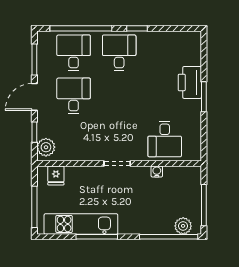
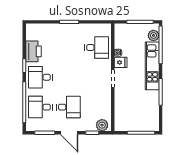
printer: (190, 82) -> (33, 51), moved, turned -90
desk: (74, 96) -> (68, 107), turned 180
fridge: (56, 175) -> (121, 62), moved
kitchen unit: (81, 224) -> (152, 66), moved

